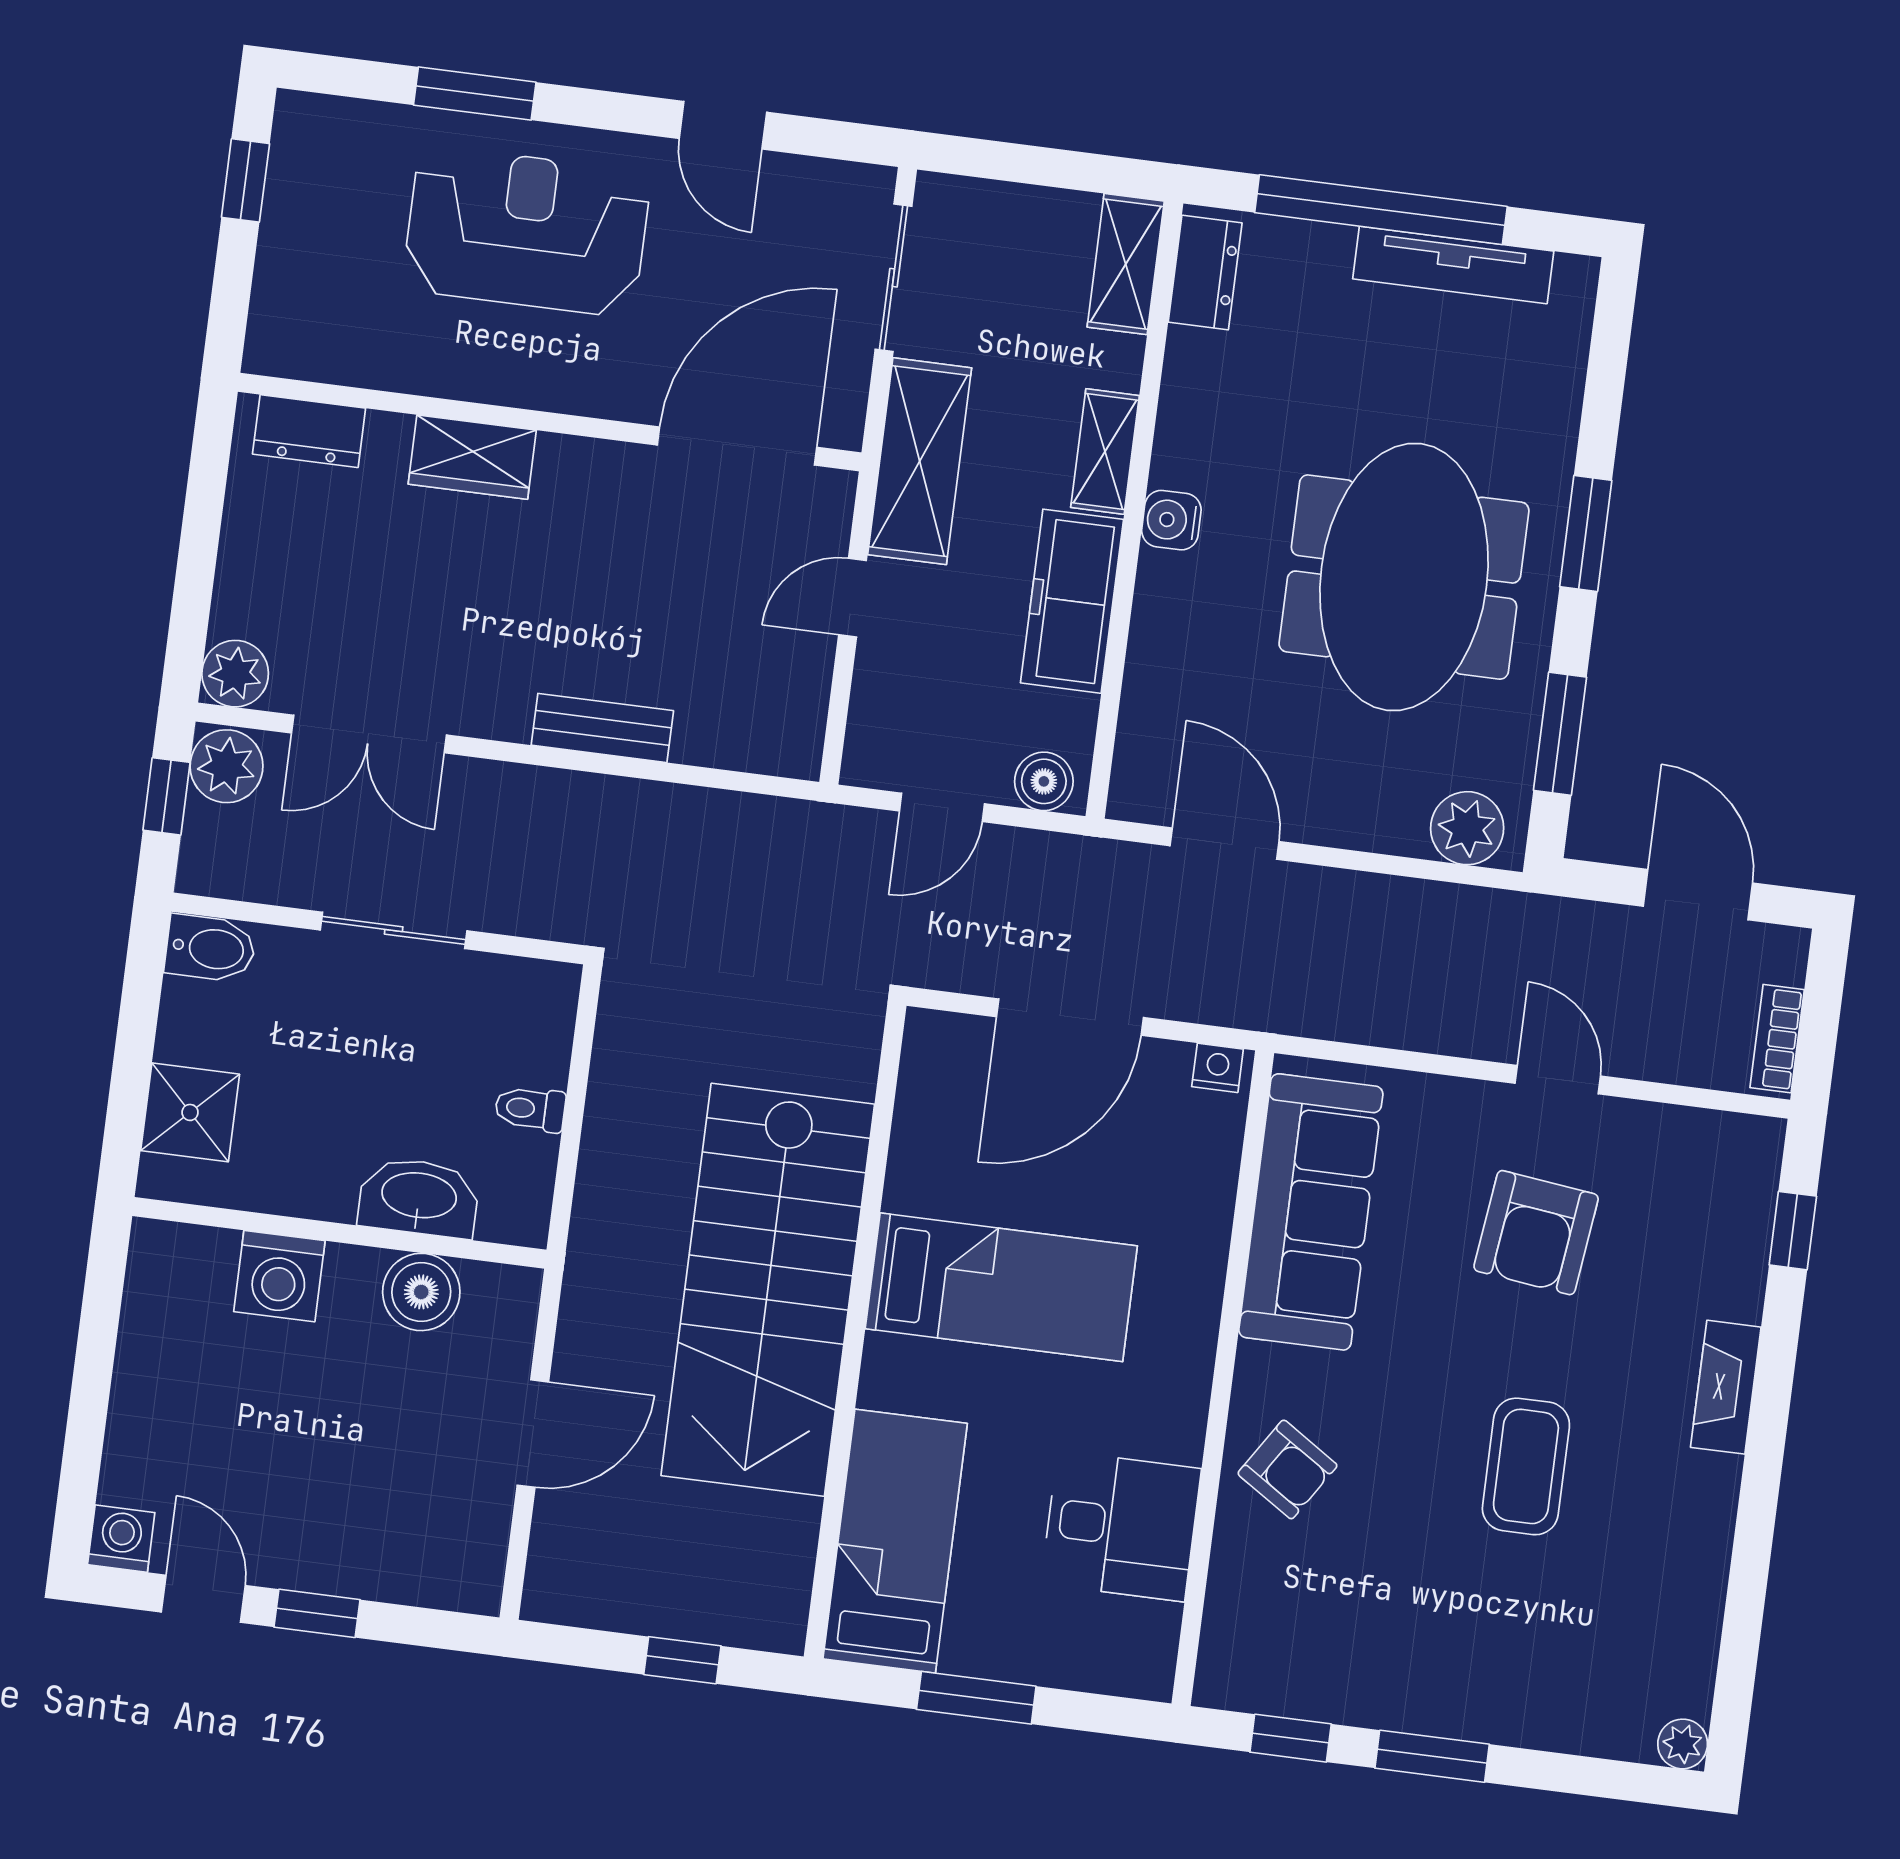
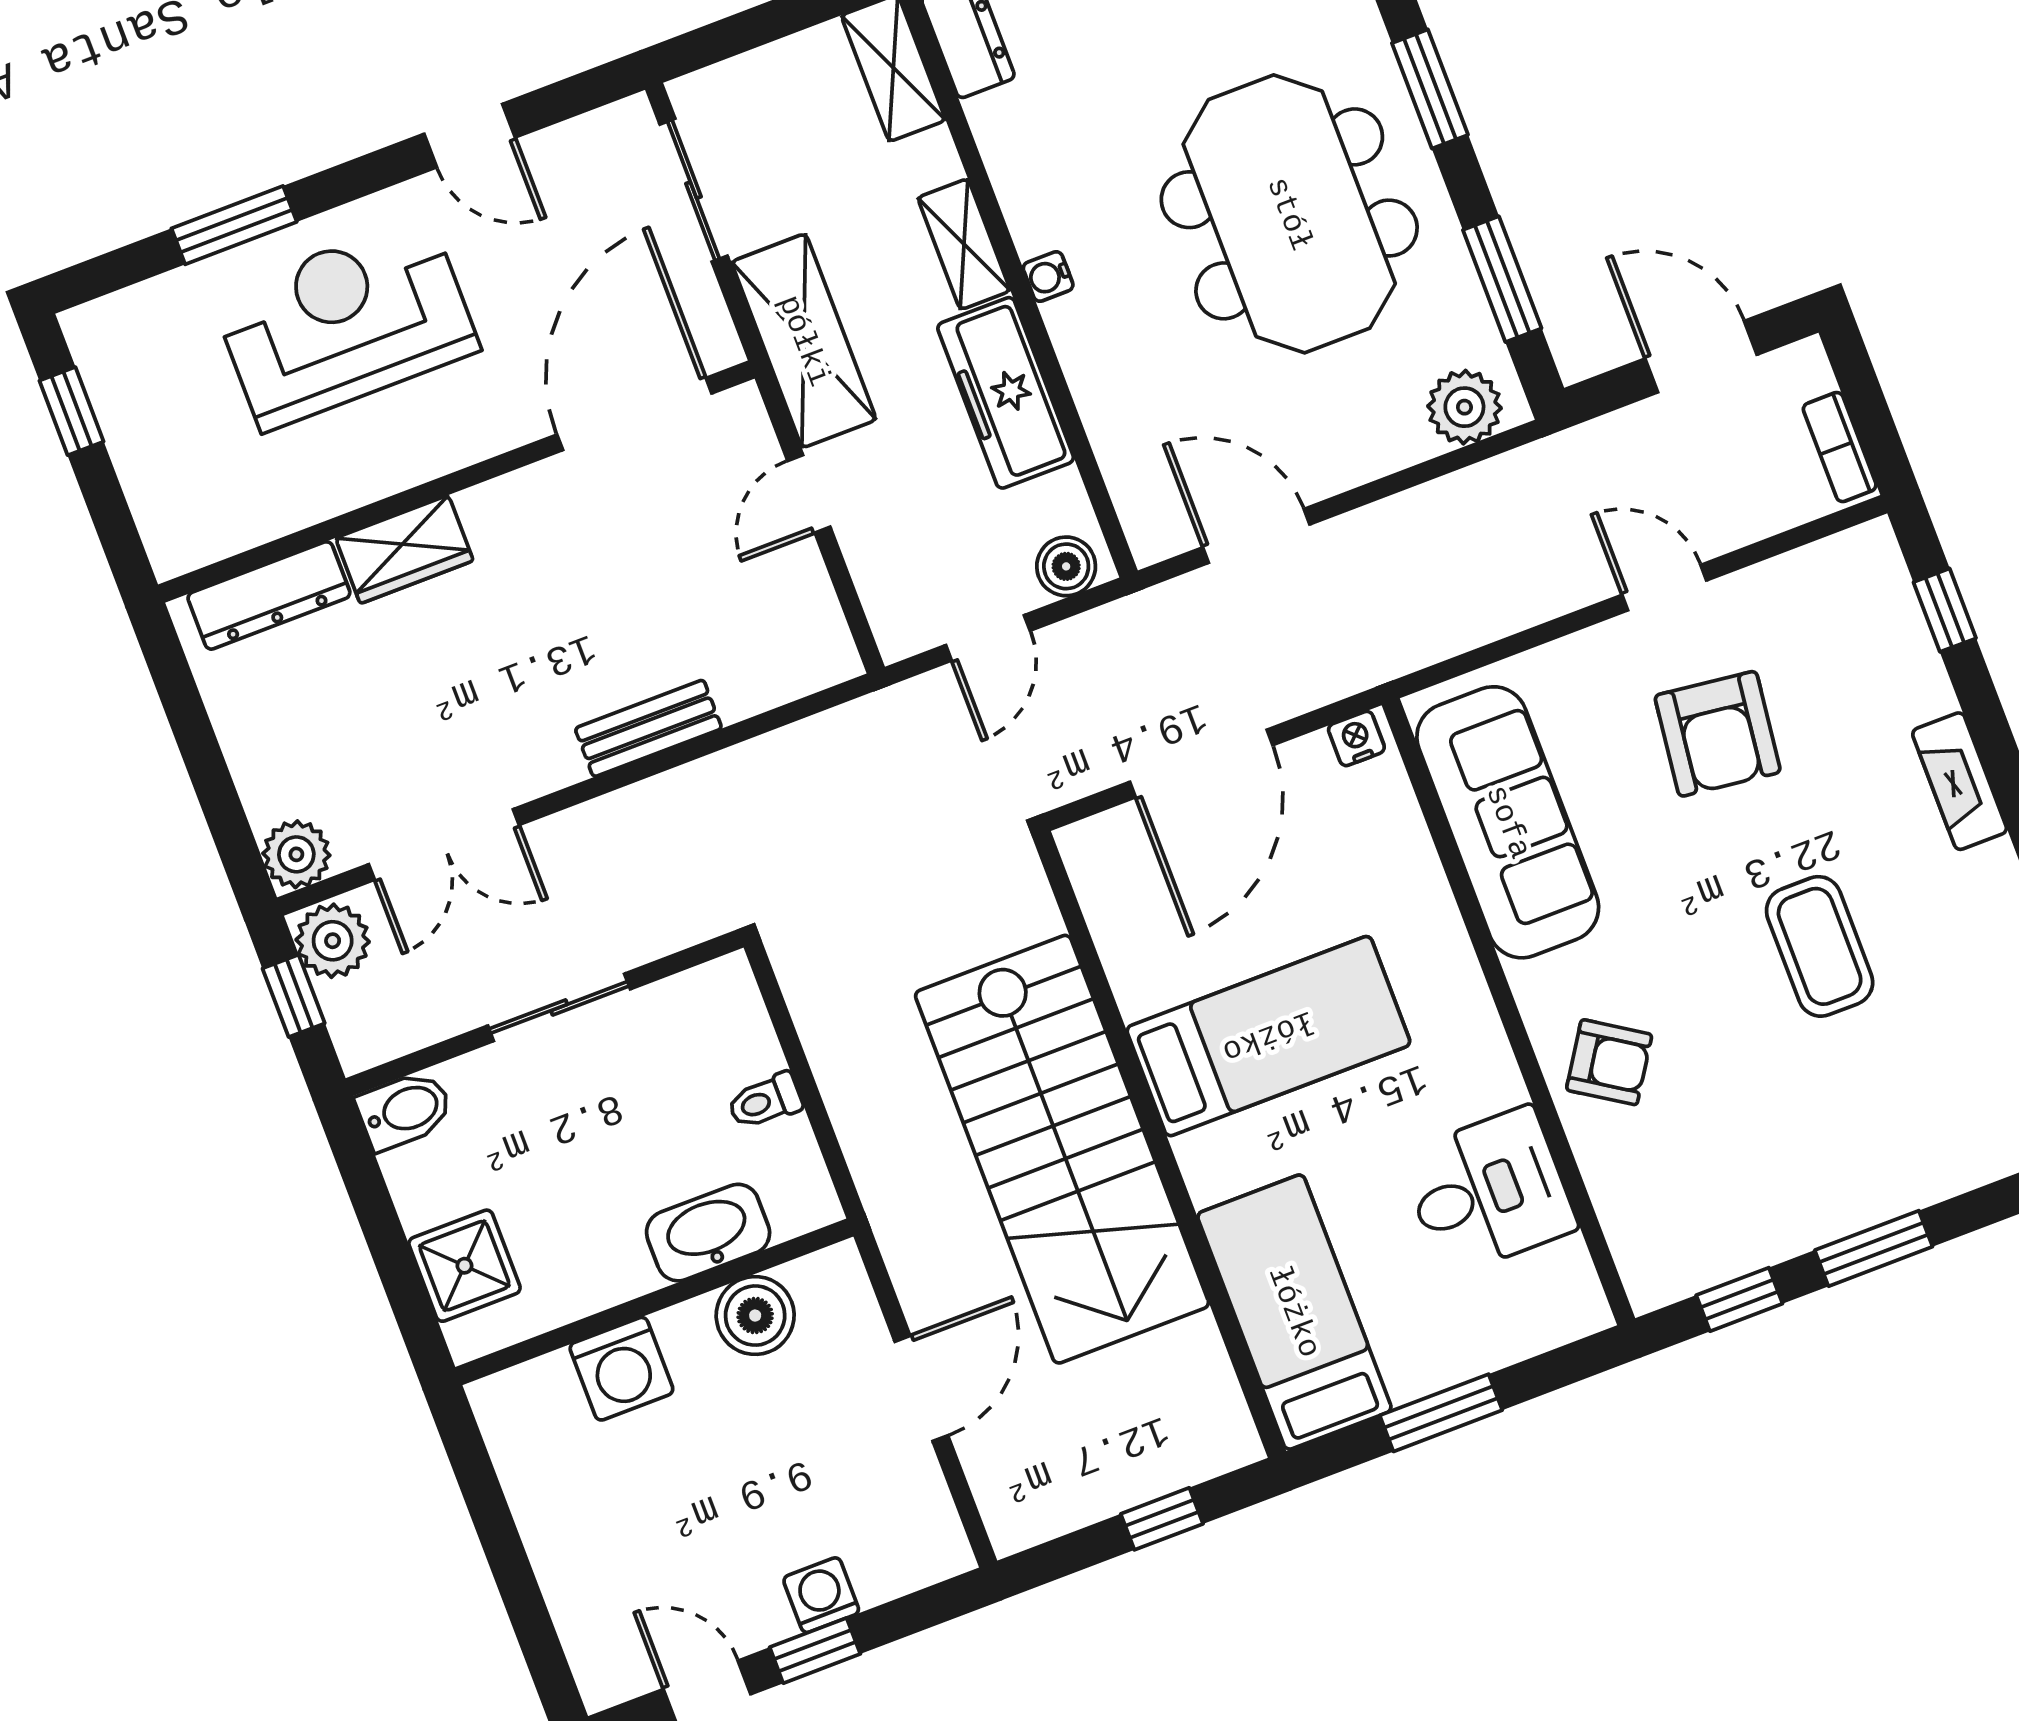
dresser: (309, 431) -> (269, 595), width x1.44
water cooler: (1171, 520) -> (1048, 277), width x0.72, depth x0.72
washing machine: (121, 1539) -> (821, 1595), moved

